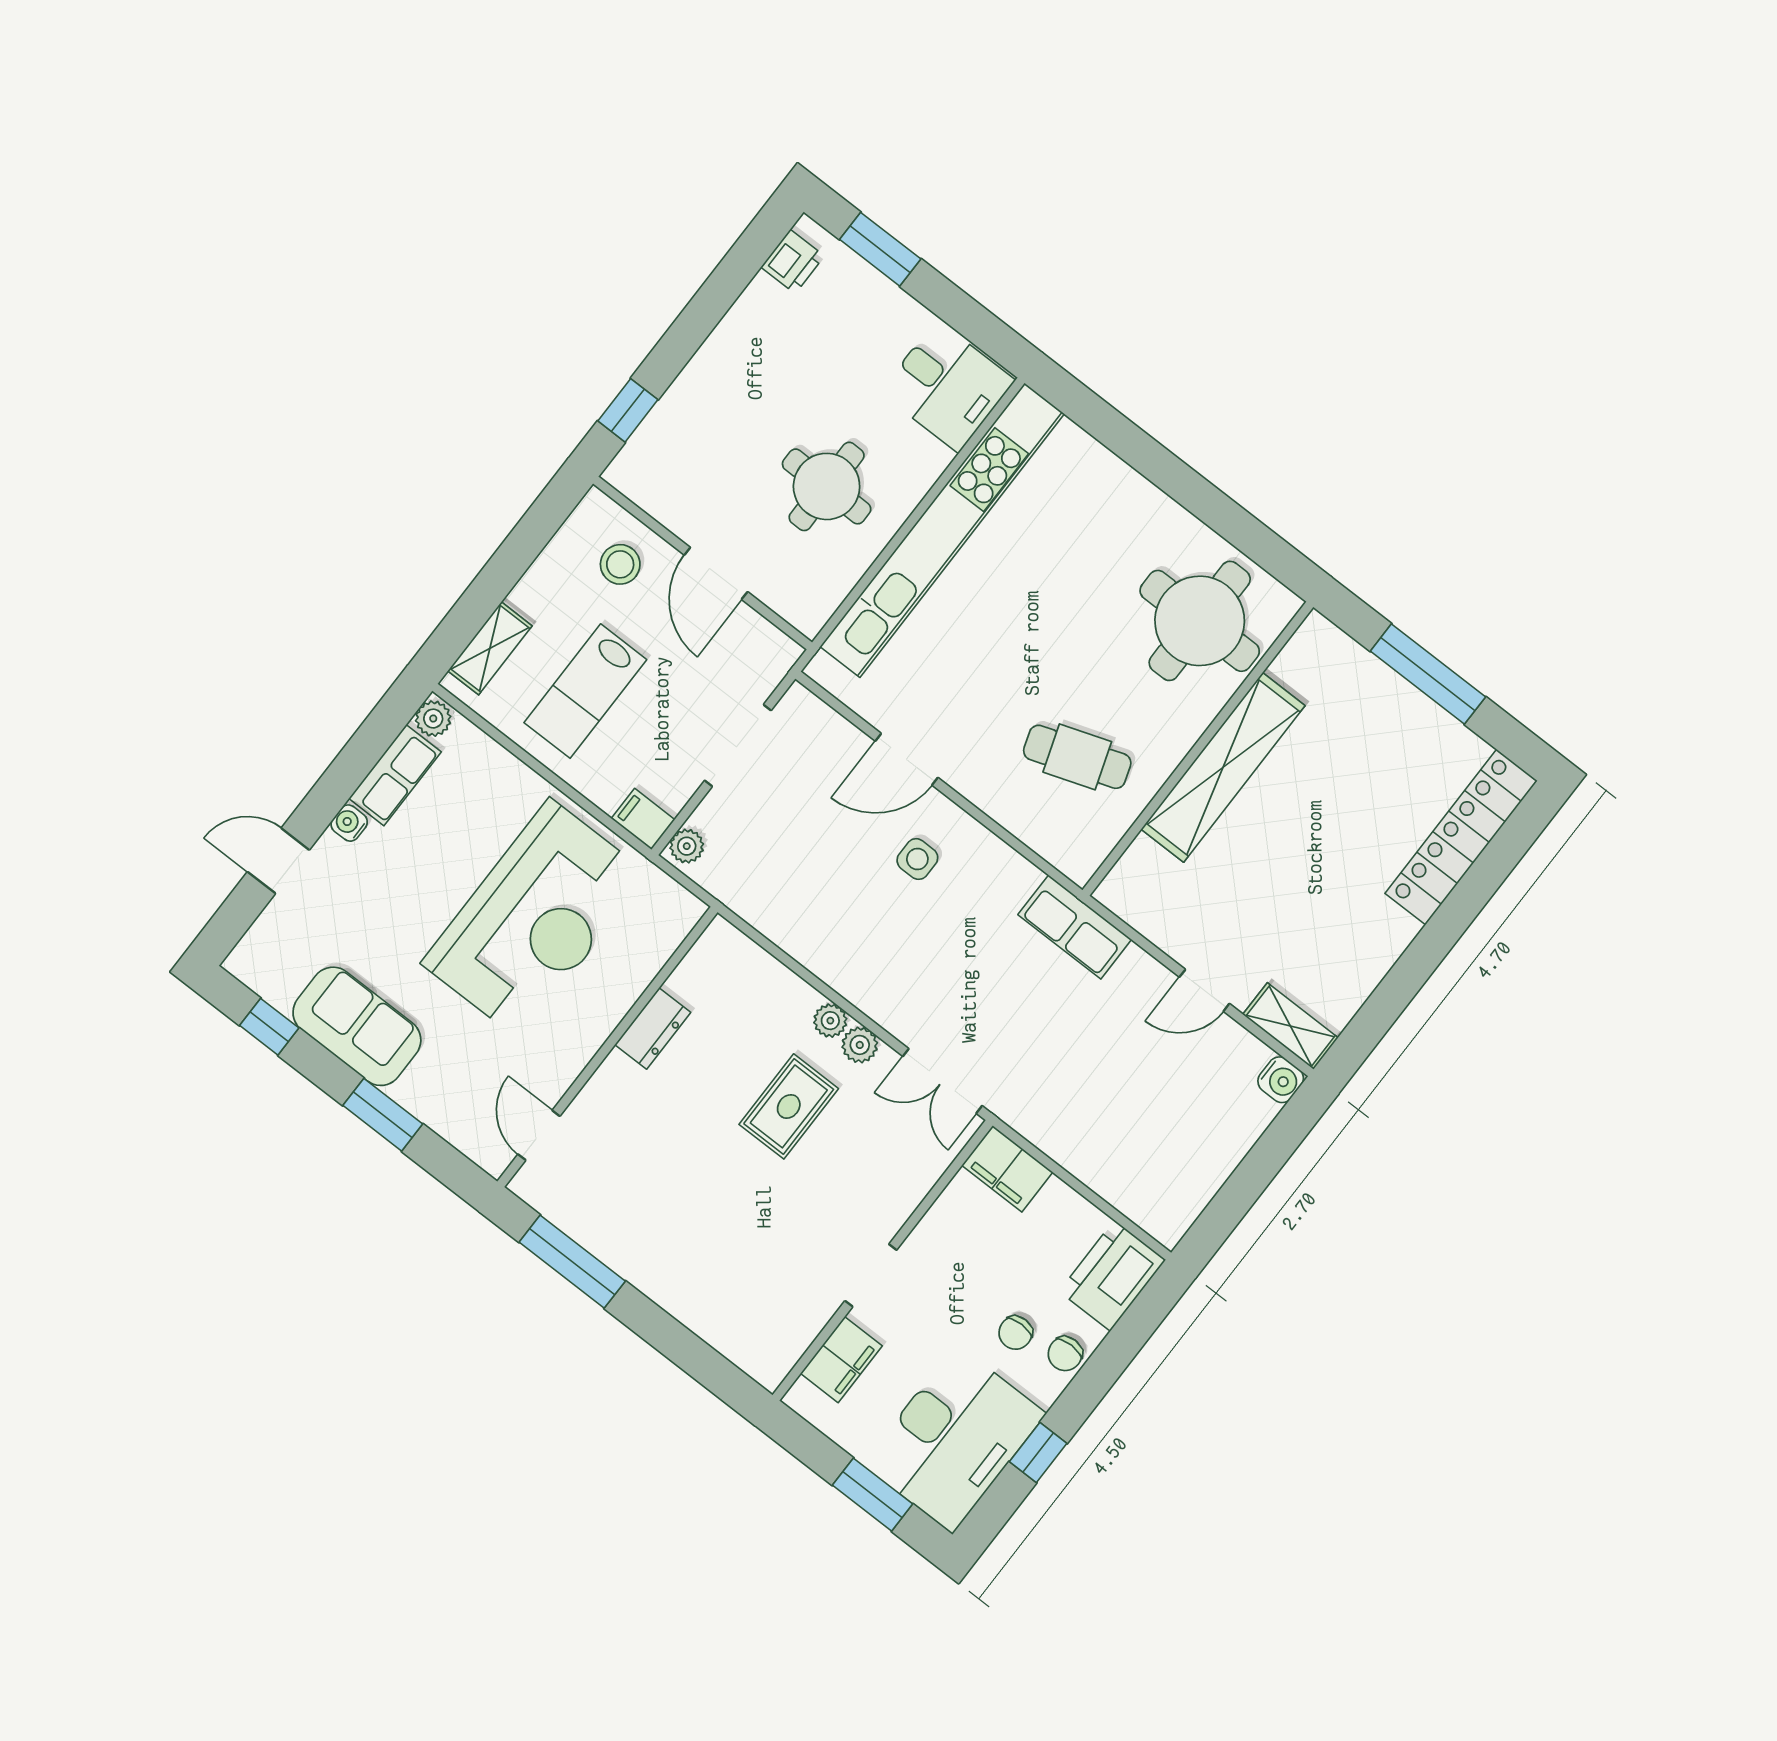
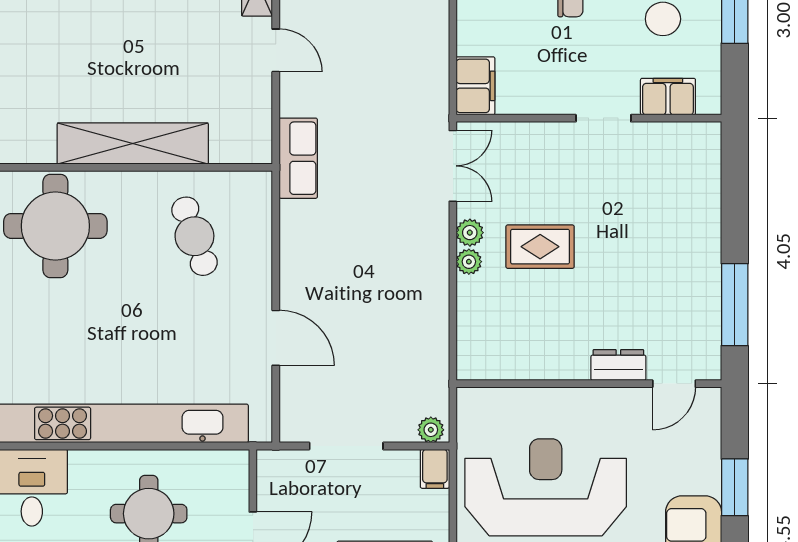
side table: (917, 859) -> (331, 285), removed
dresser: (653, 1028) -> (618, 365), moved

